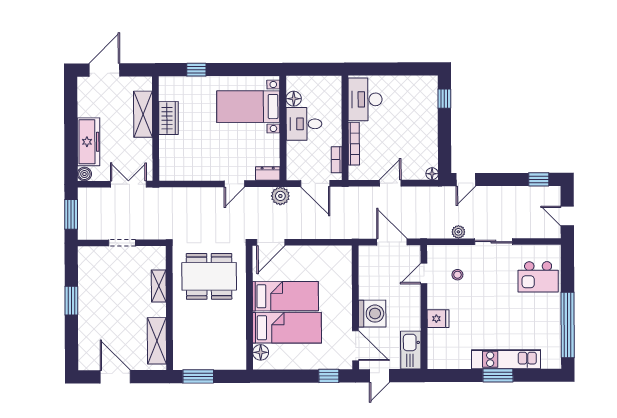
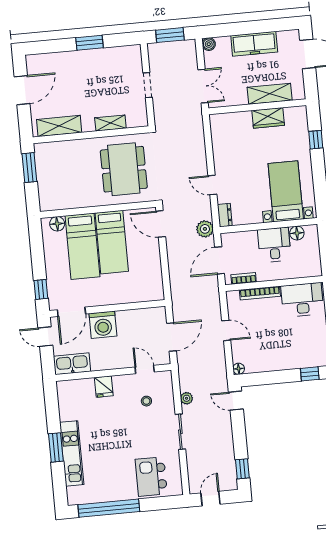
freezer: (89, 142) -> (254, 44), moved

